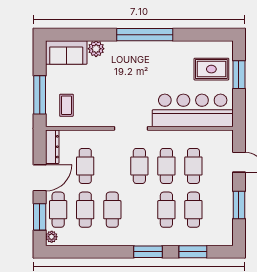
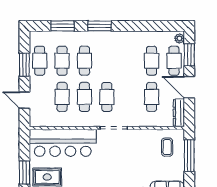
door: (40, 178) -> (189, 87), hinge flipped
cafe table: (112, 210) -> (40, 61), moved

